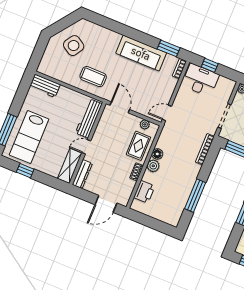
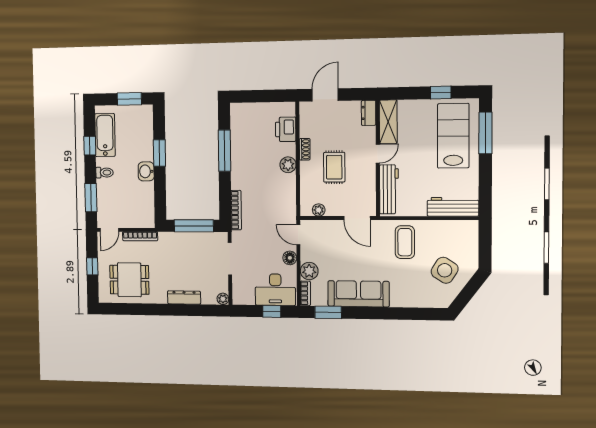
coffee table: (93, 77) -> (405, 242), turned 90
plant: (170, 84) -> (309, 271), added
workbench: (45, 86) -> (453, 207), width x1.38
door: (167, 113) -> (298, 235), swing flipped
rug: (138, 146) -> (334, 167), moved
floor lamp: (157, 154) -> (290, 258), moved
dresser: (82, 174) -> (369, 113), width x0.70

